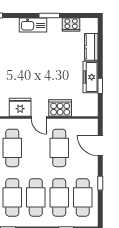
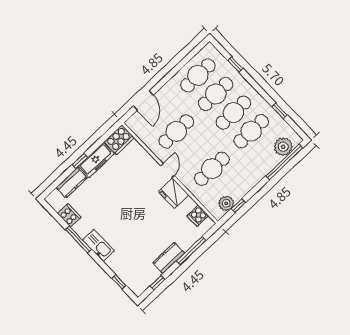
window: (49, 15) -> (79, 240), width x1.44
window: (100, 86) -> (80, 161), moved
cooker: (60, 108) -> (119, 140), moved, turned -90
window: (100, 183) -> (173, 72), removed

